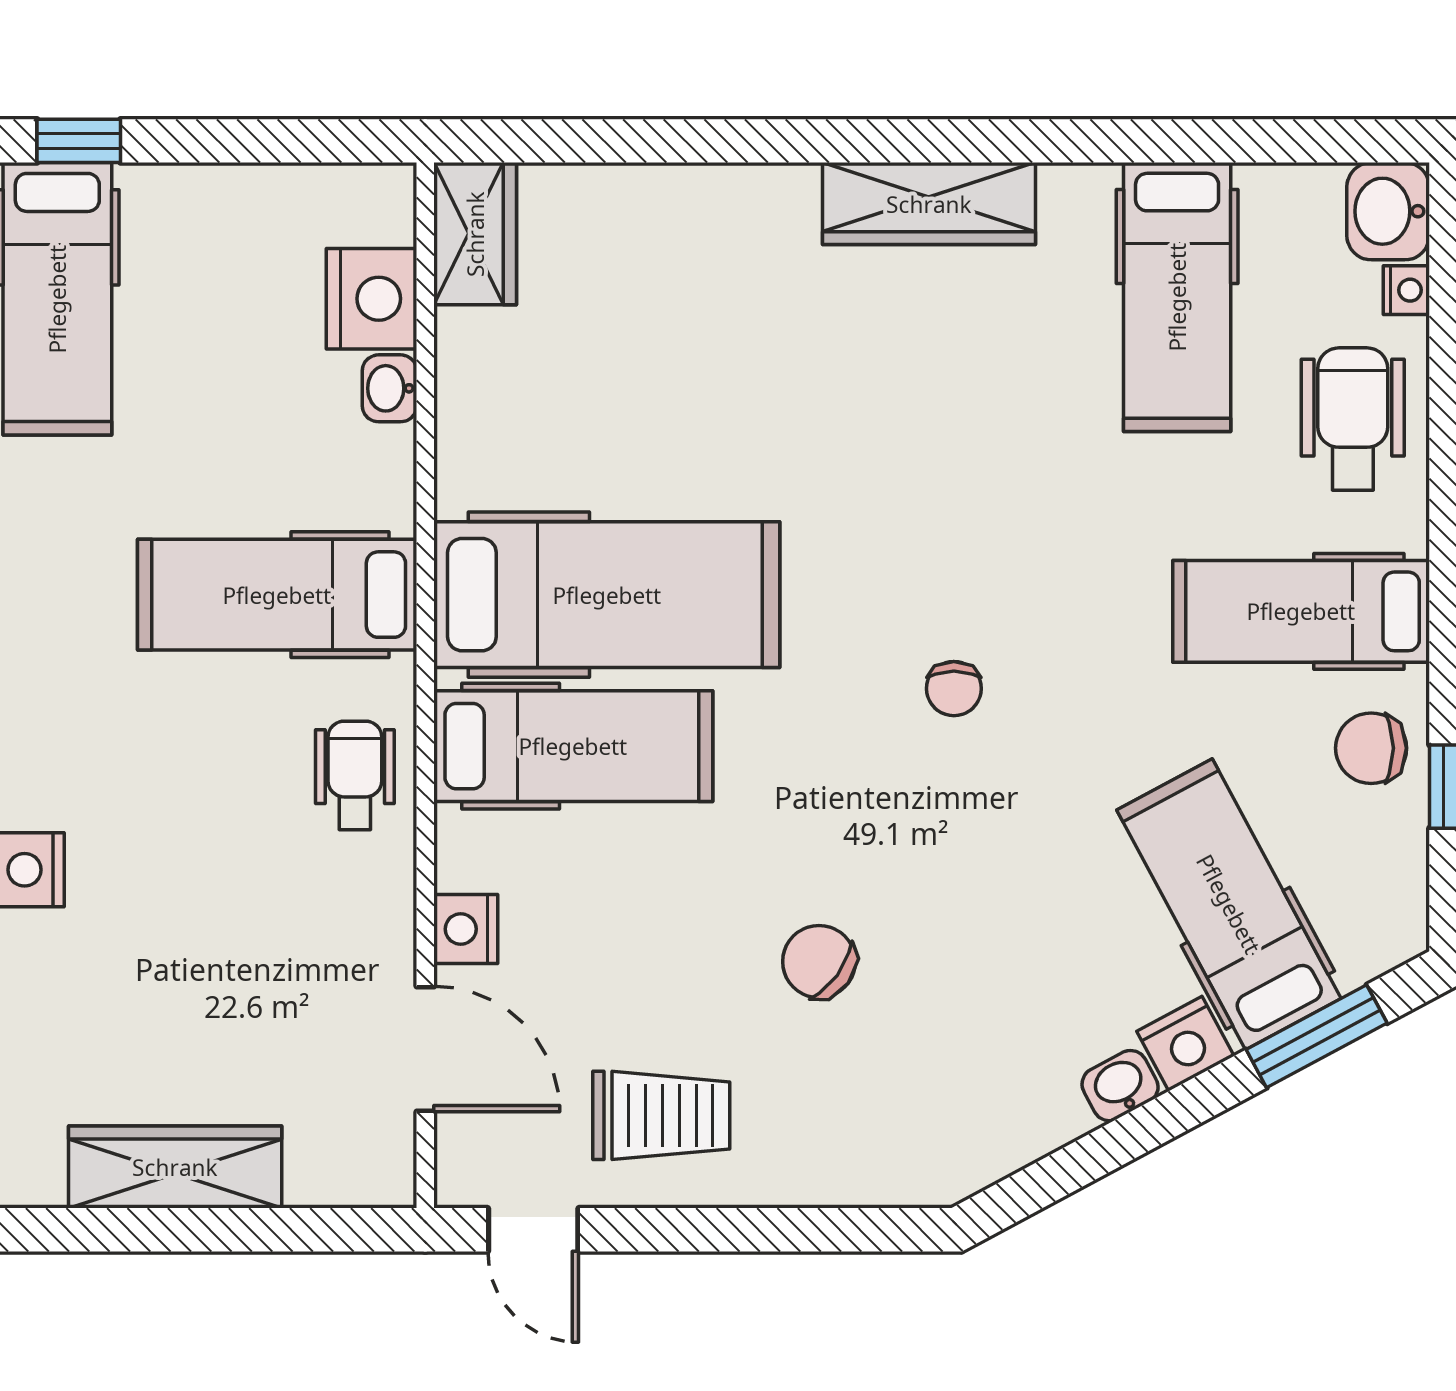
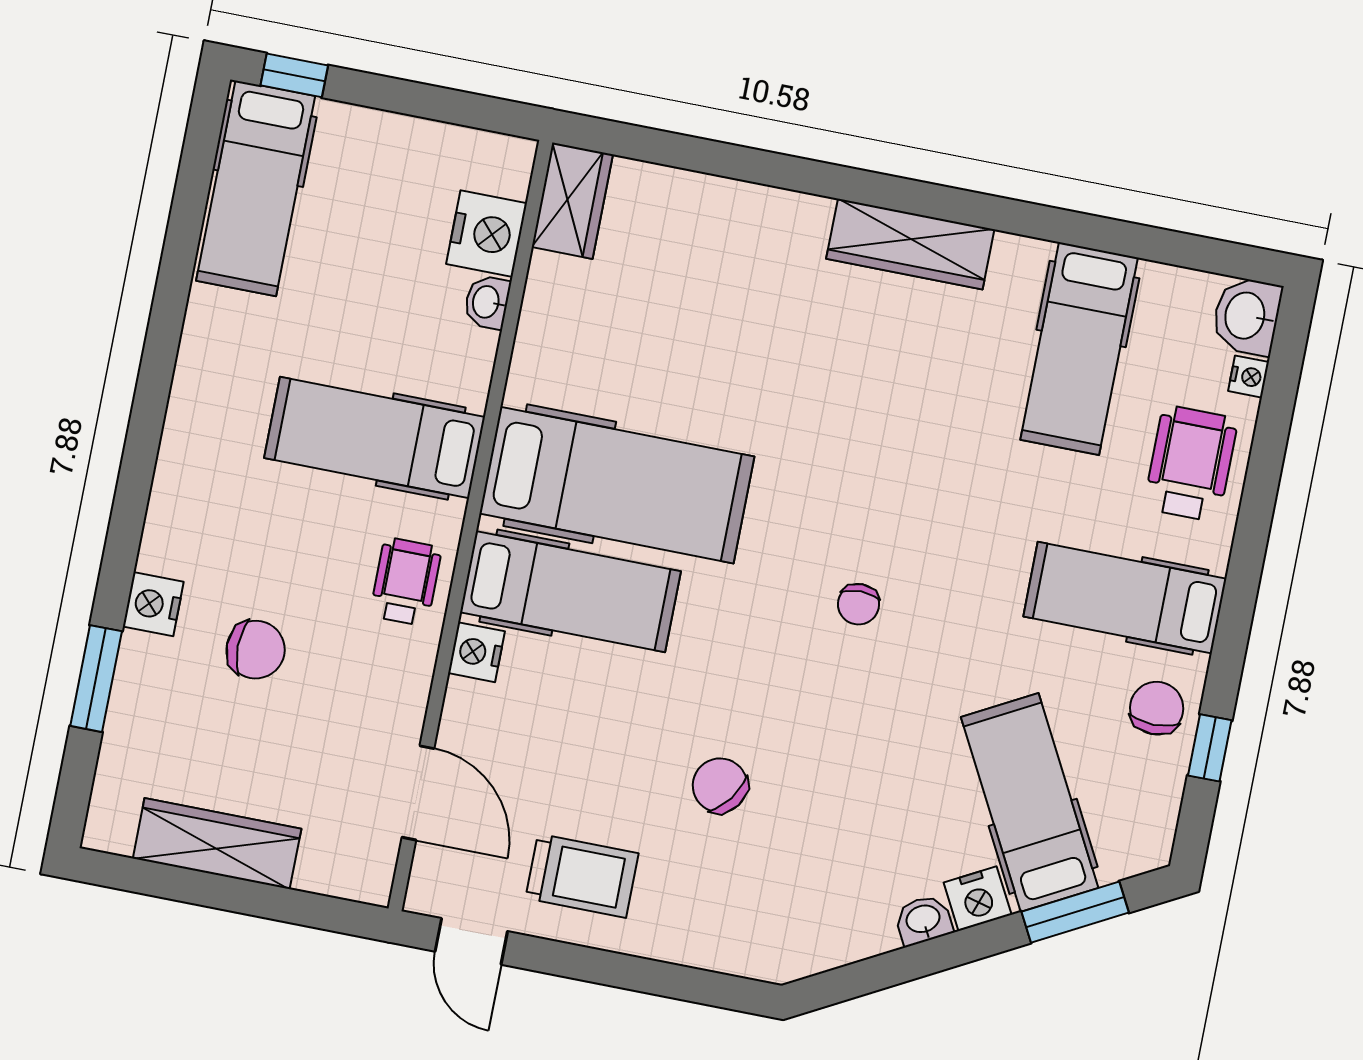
chair: (1371, 748) -> (1157, 708), turned 90
chair: (176, 903) -> (256, 650), added
nightstand: (466, 929) -> (477, 652), moved

